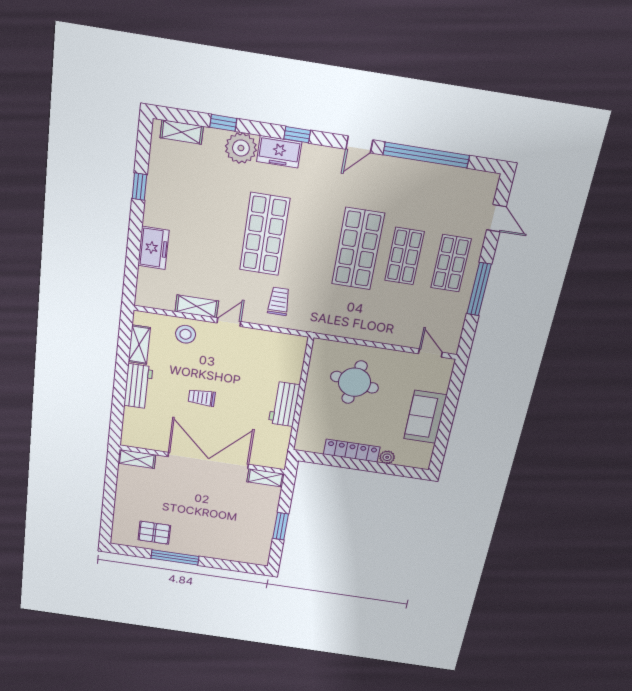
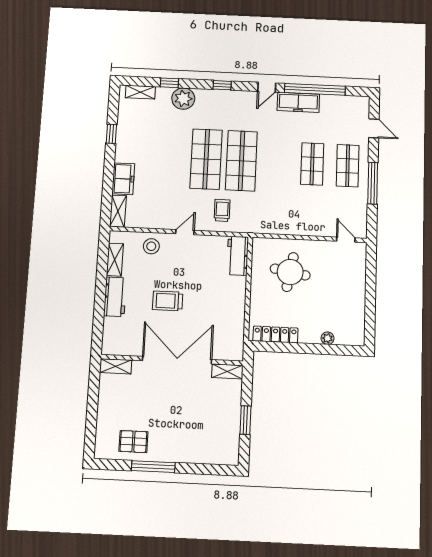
freezer: (279, 152) -> (298, 102), moved, width x1.40
shop shelf: (358, 249) -> (241, 161), moved
shelving: (197, 306) -> (118, 211), moved, turned 90
trolley: (202, 398) -> (168, 301), width x1.36, depth x1.39
workbench: (284, 404) -> (238, 256), moved
sofa: (425, 417) -> (352, 296), removed
locker: (352, 451) -> (275, 335), moved

